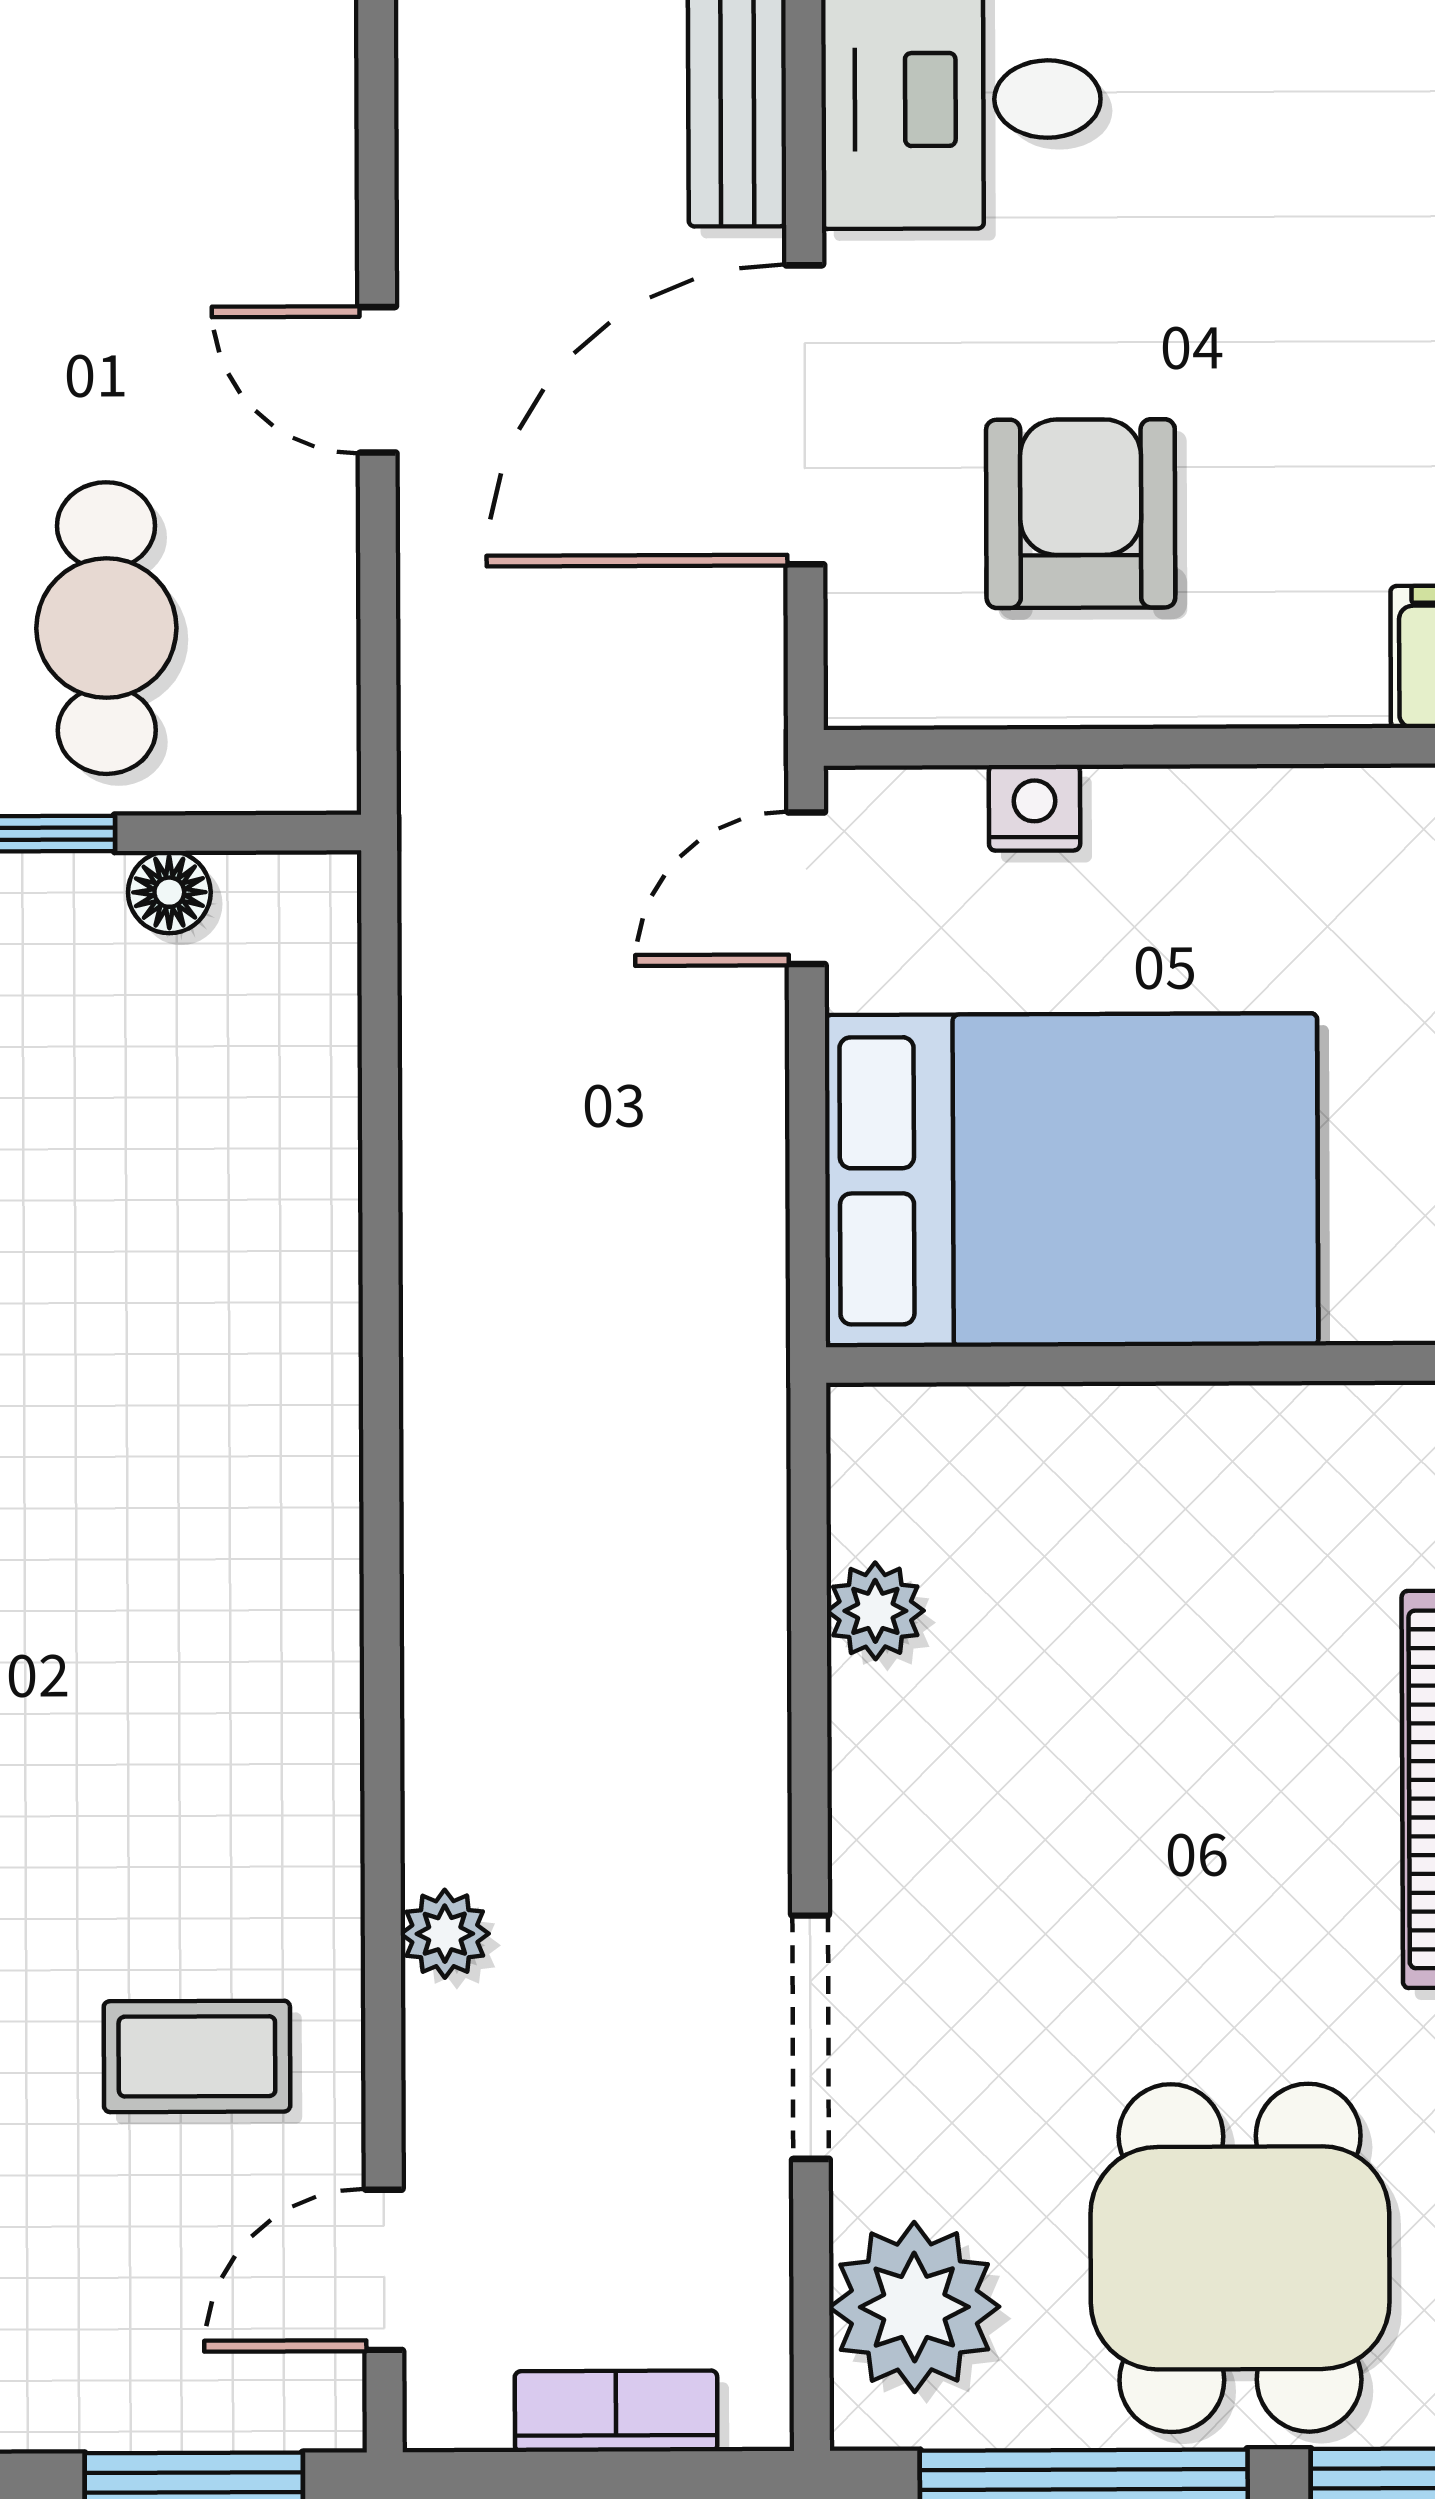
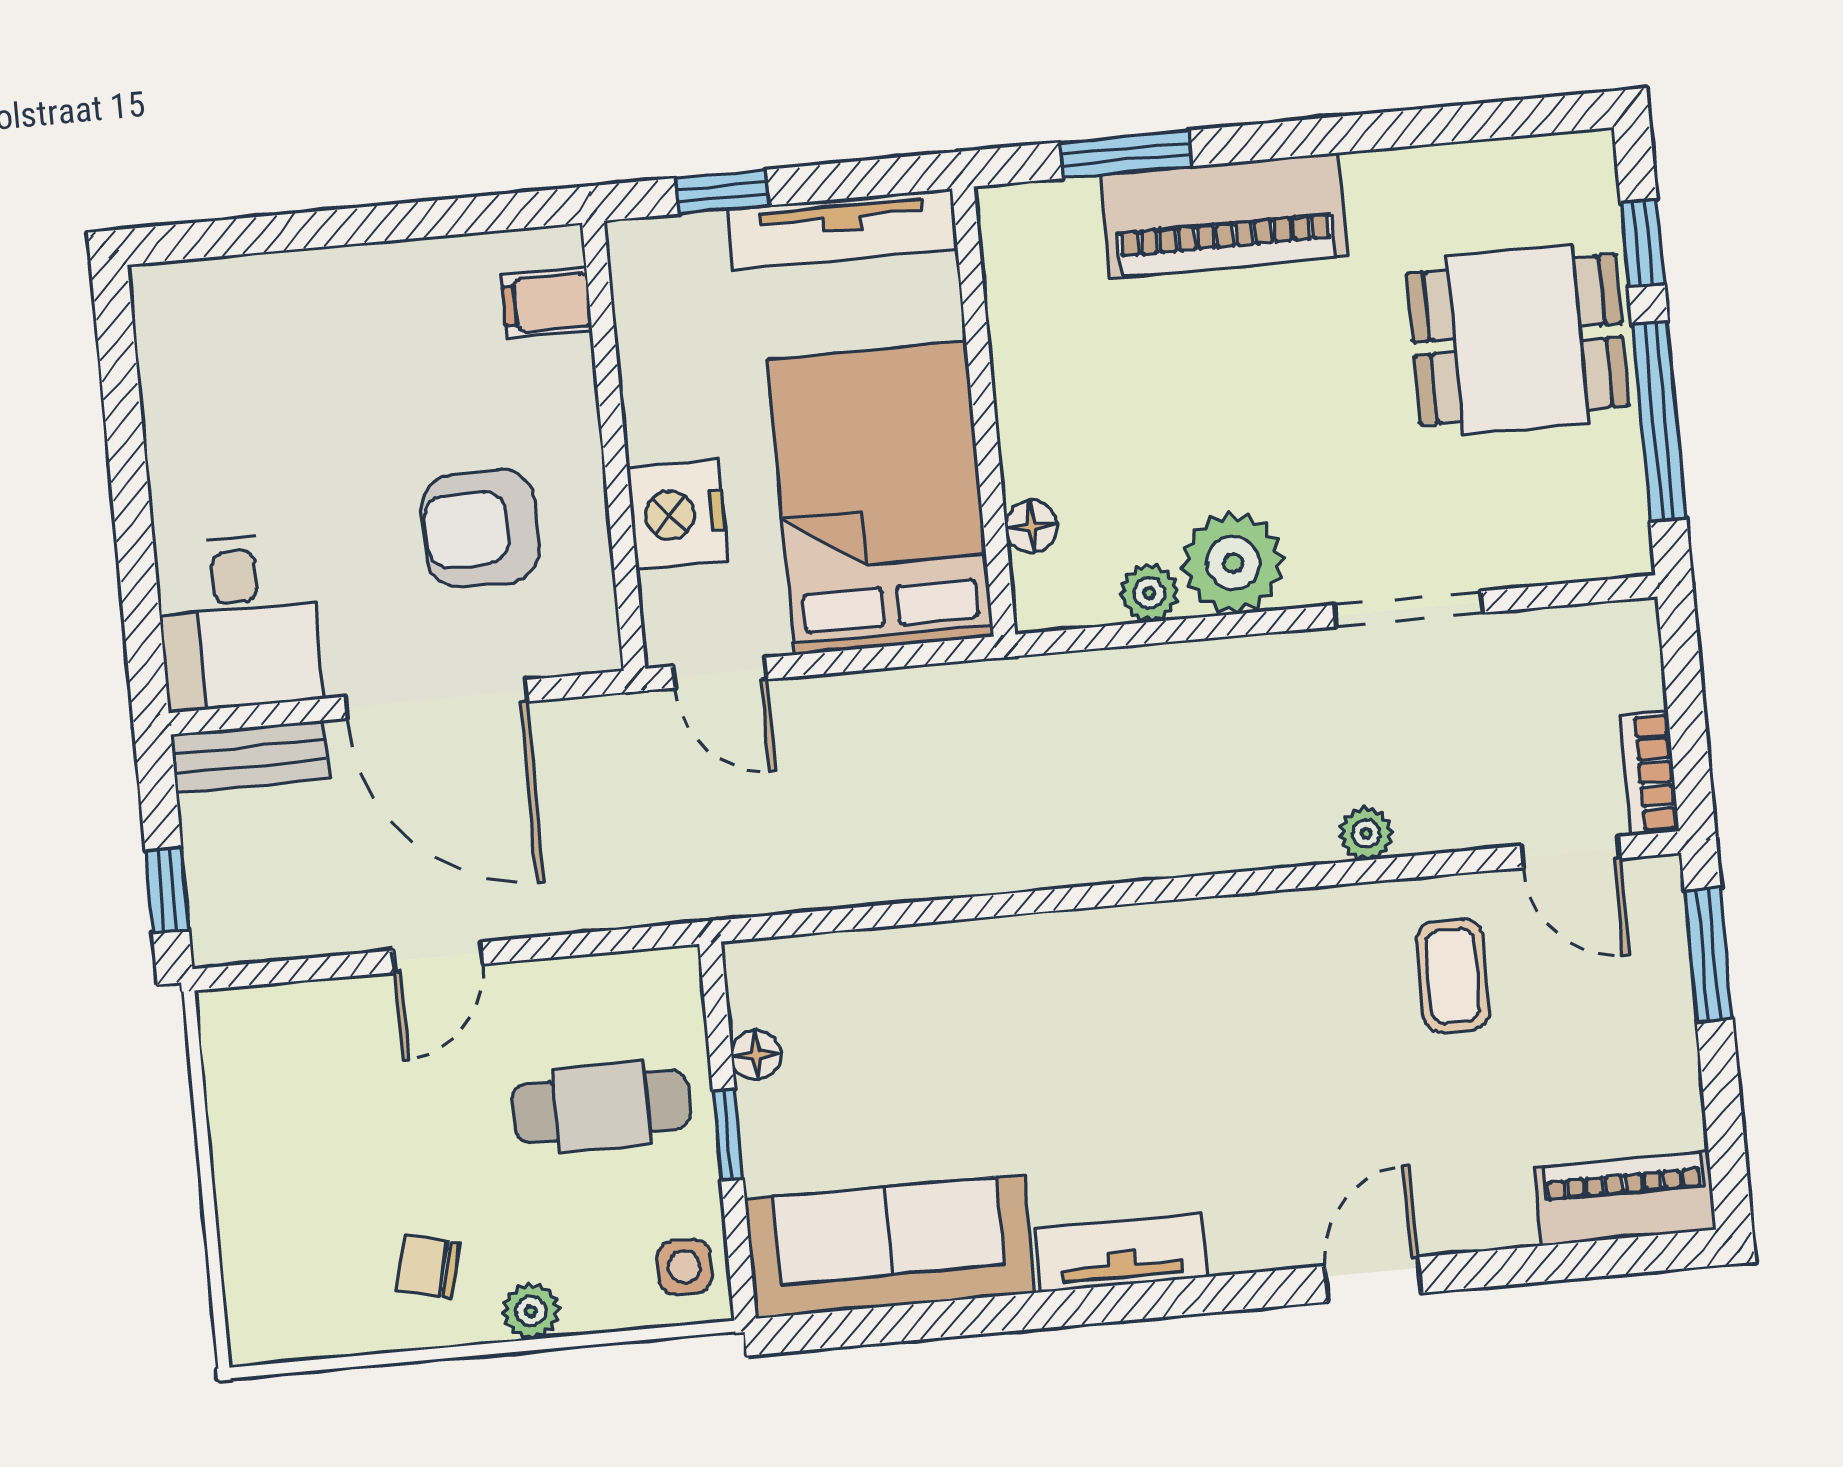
nightstand: (1034, 808) -> (677, 514), width x1.89, depth x1.79
floor lamp: (1003, 1426) -> (1031, 526), added
plant: (914, 2307) -> (1233, 563), moved
bookcase: (616, 2411) -> (1649, 773), moved

